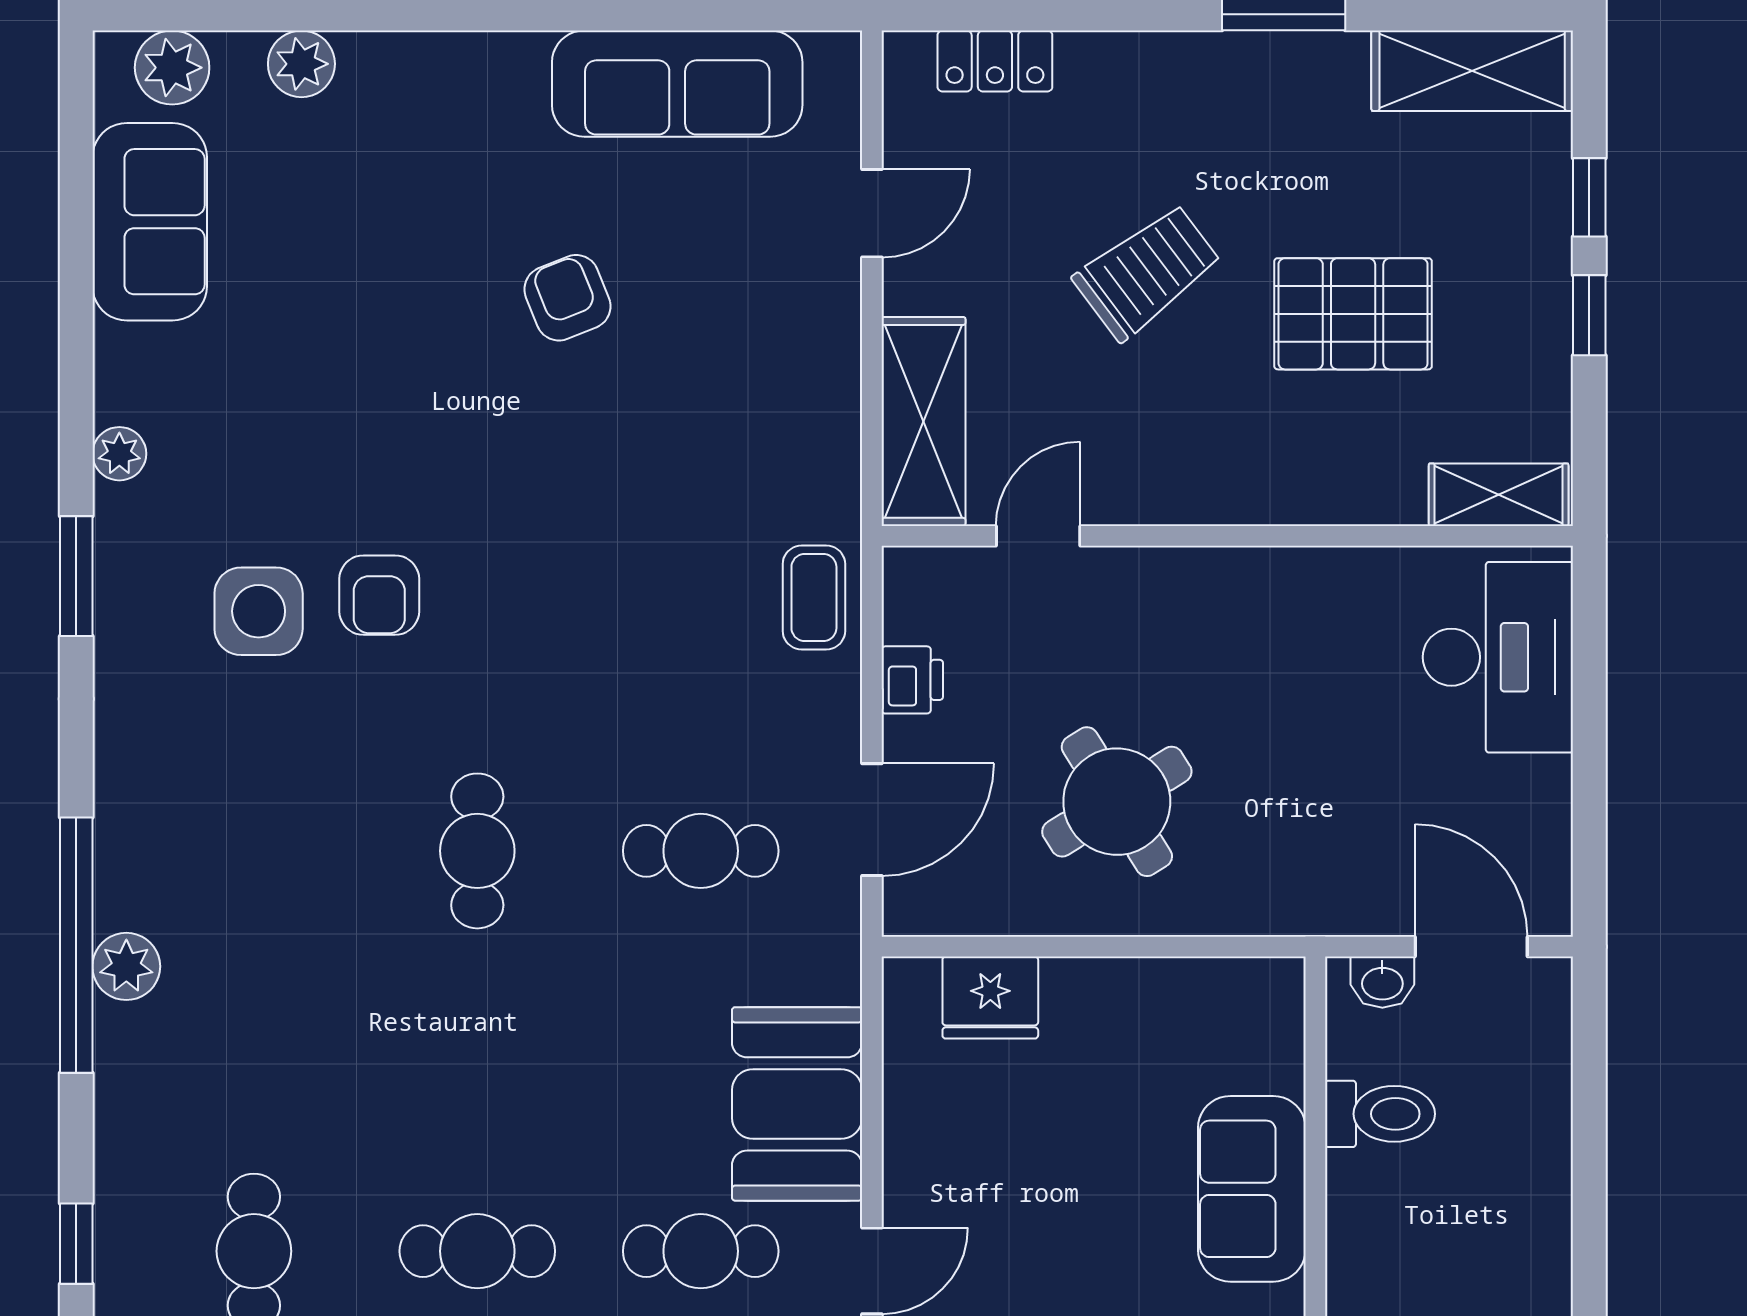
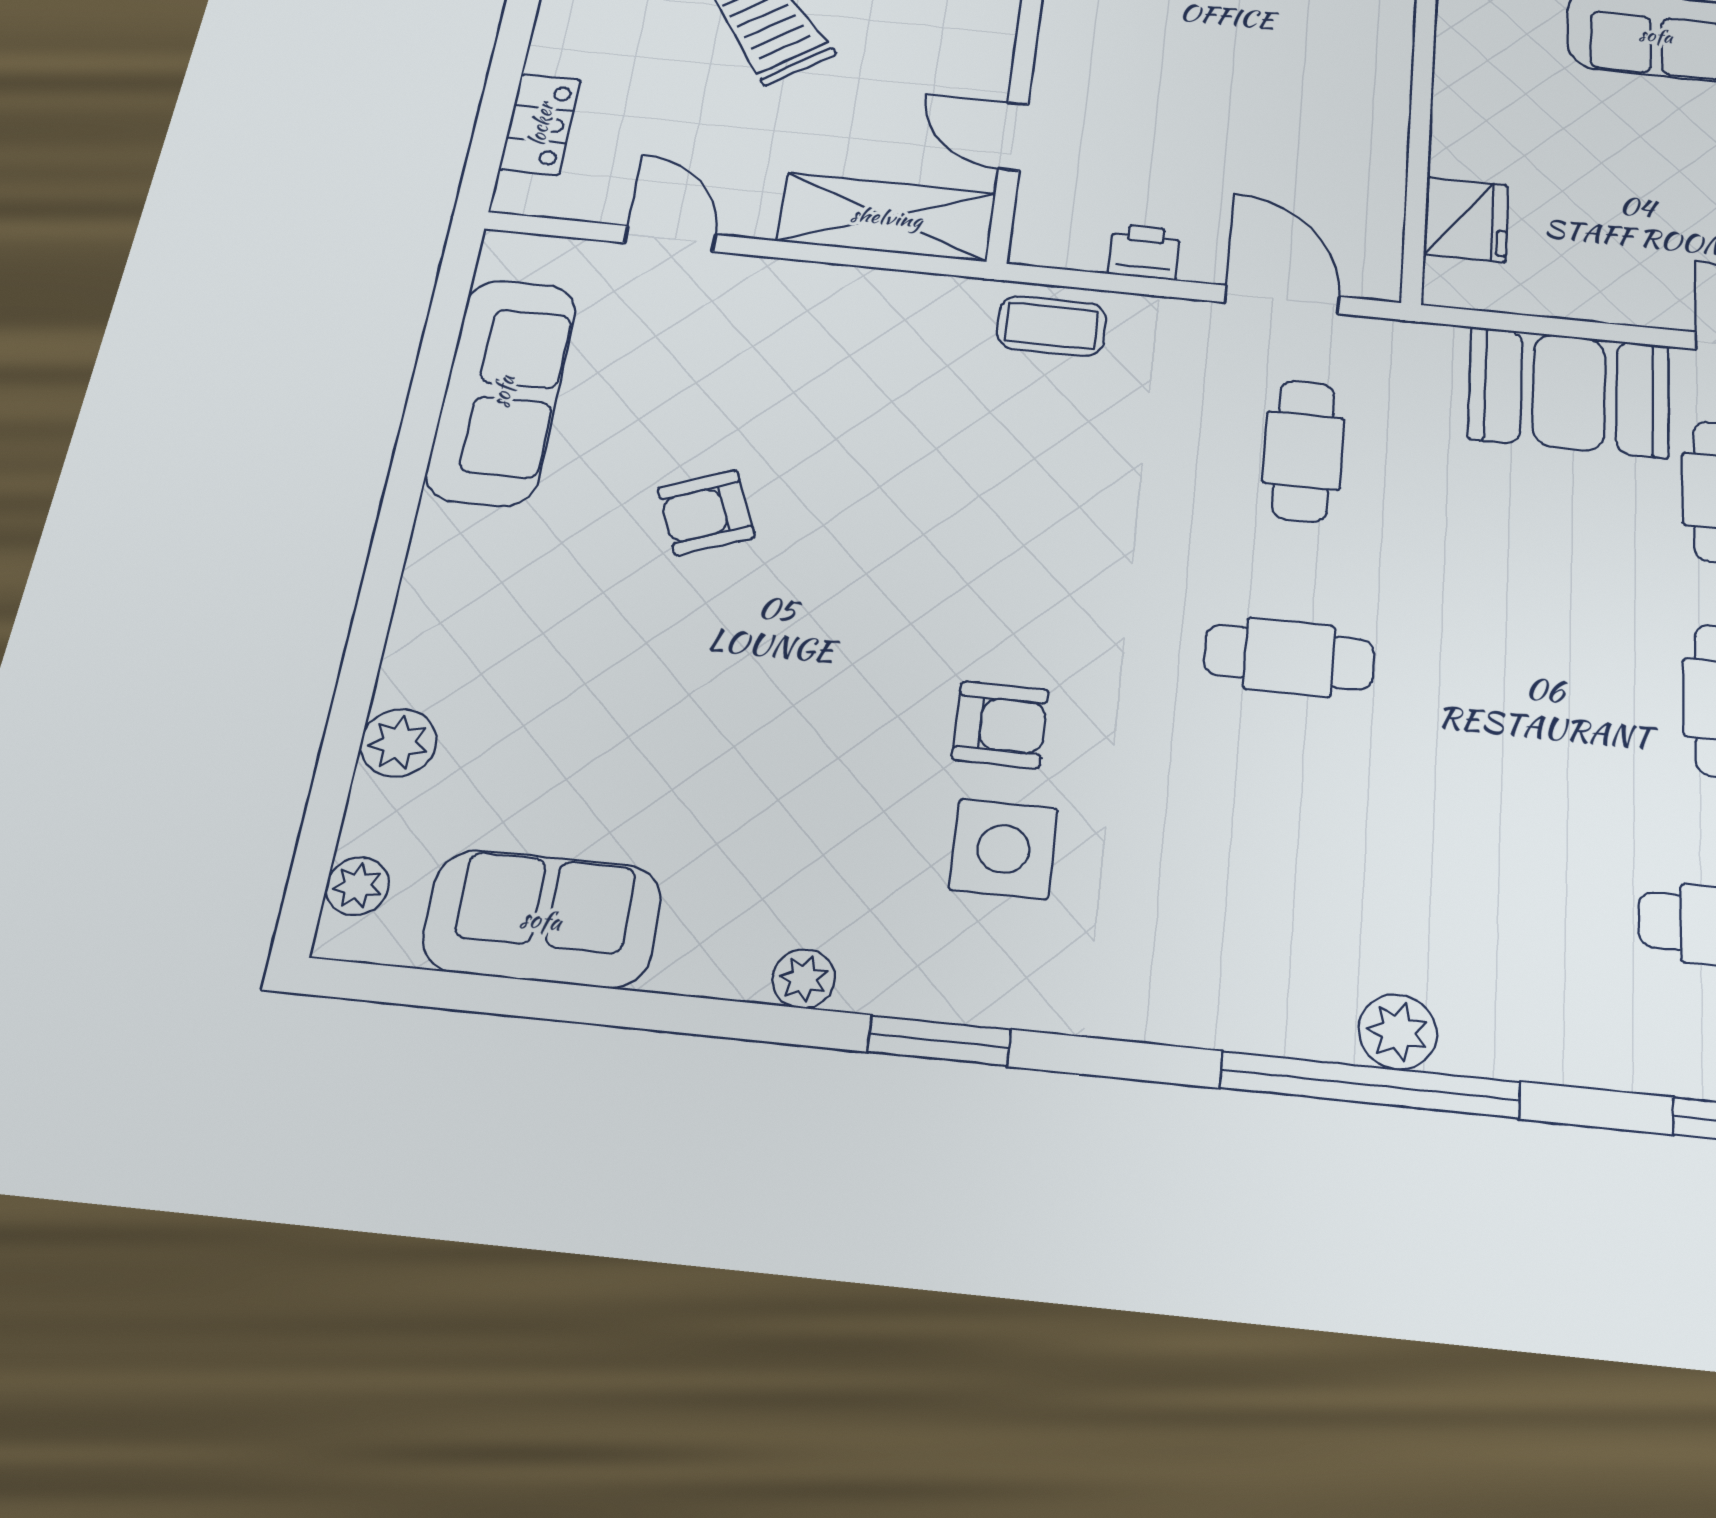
plant: (172, 68) -> (357, 886), width x0.73, depth x0.73
round table: (1117, 802) -> (1280, 101), removed

